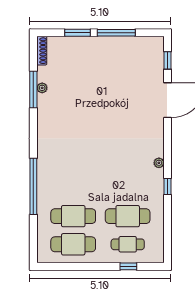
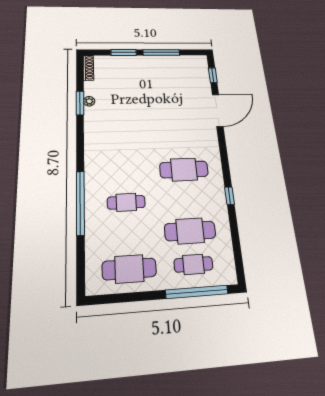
window: (33, 89) -> (80, 103), width x0.69
cafe table: (128, 160) -> (184, 169), added
plant: (159, 163) -> (217, 171), removed
cafe table: (73, 216) -> (126, 202), moved, width x0.73, depth x0.74
window: (128, 266) -> (197, 292), width x3.17

